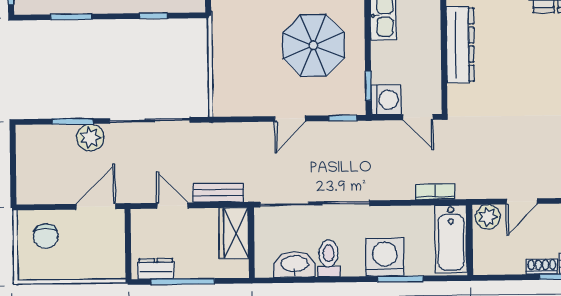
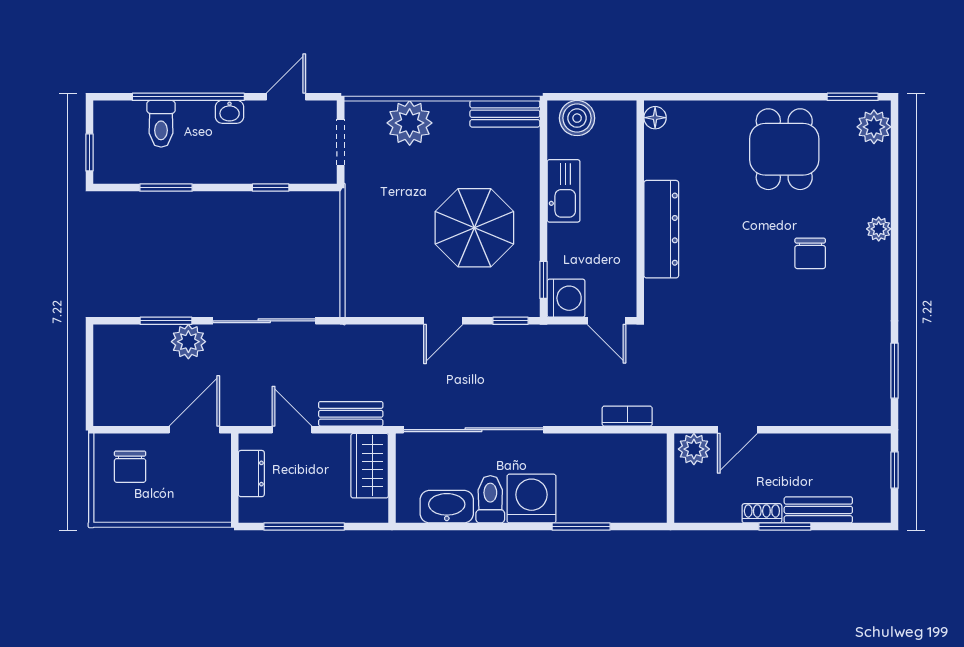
bathtub: (451, 239) -> (647, 477), removed
washing machine: (385, 257) -> (531, 499), moved
dresser: (156, 269) -> (251, 474), moved, turned 90

